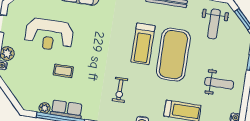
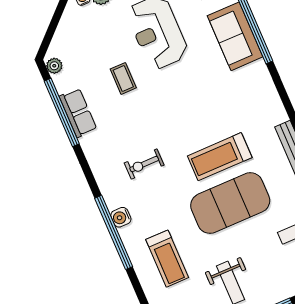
plant: (45, 108) -> (54, 66), moved

